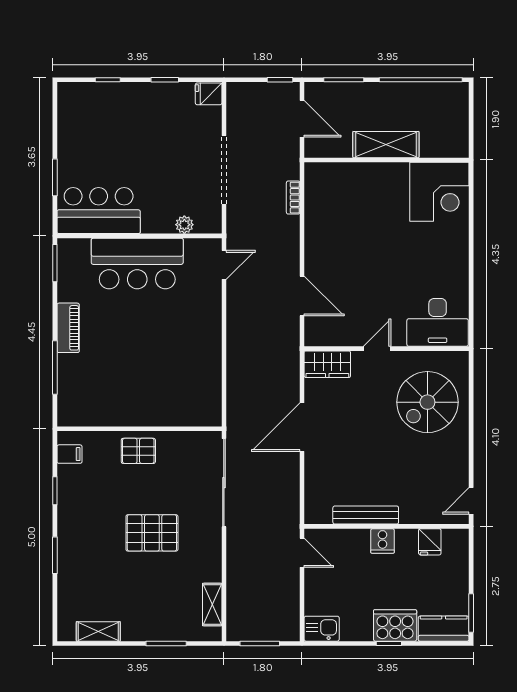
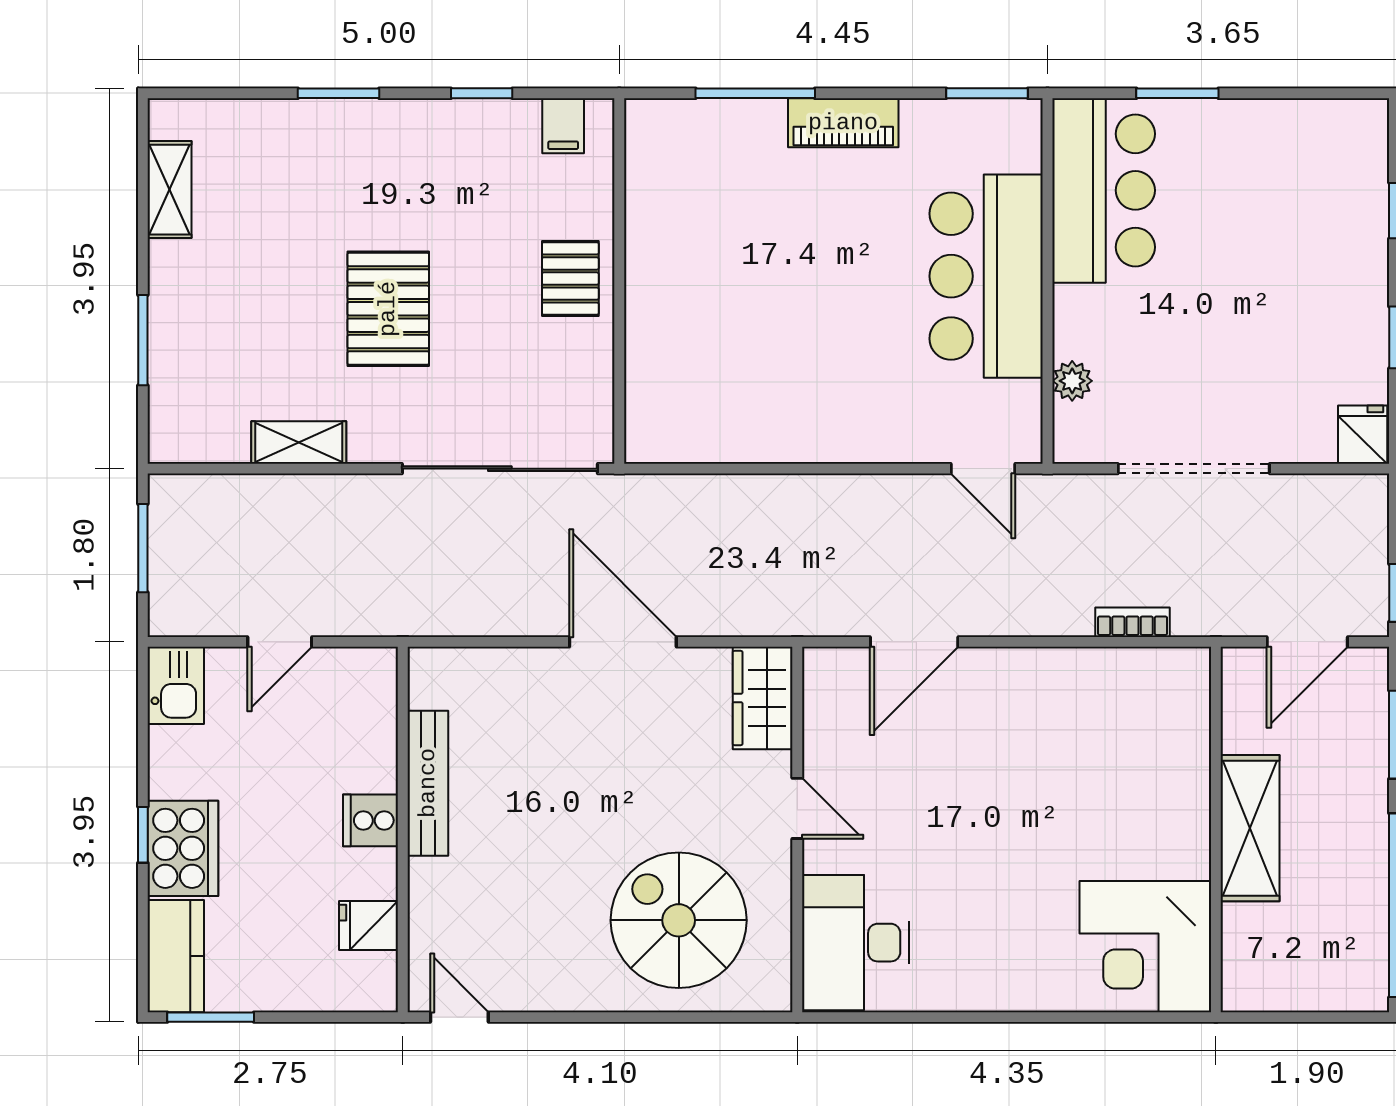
door: (302, 553) -> (280, 642), moved
shelving: (212, 605) -> (299, 442), moved

